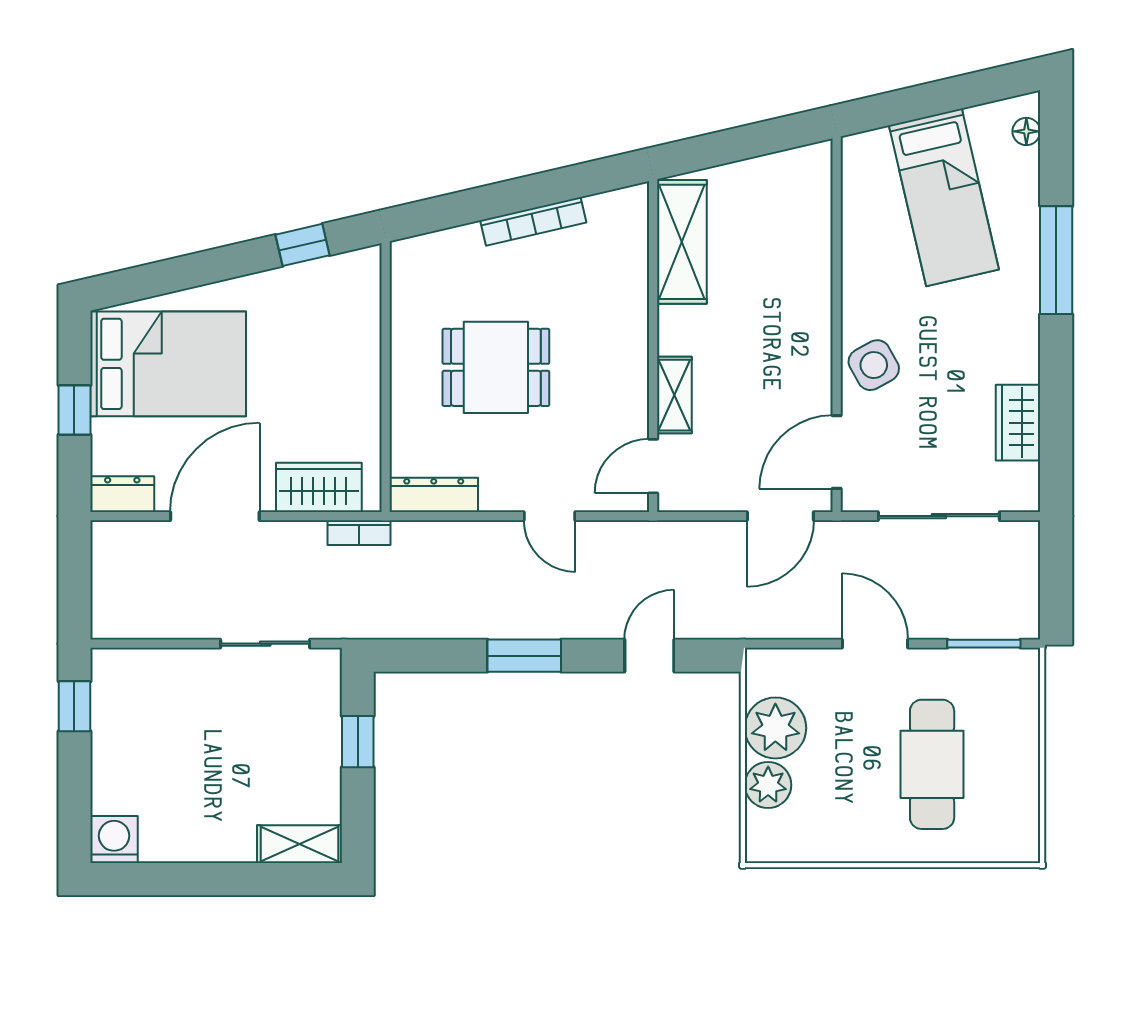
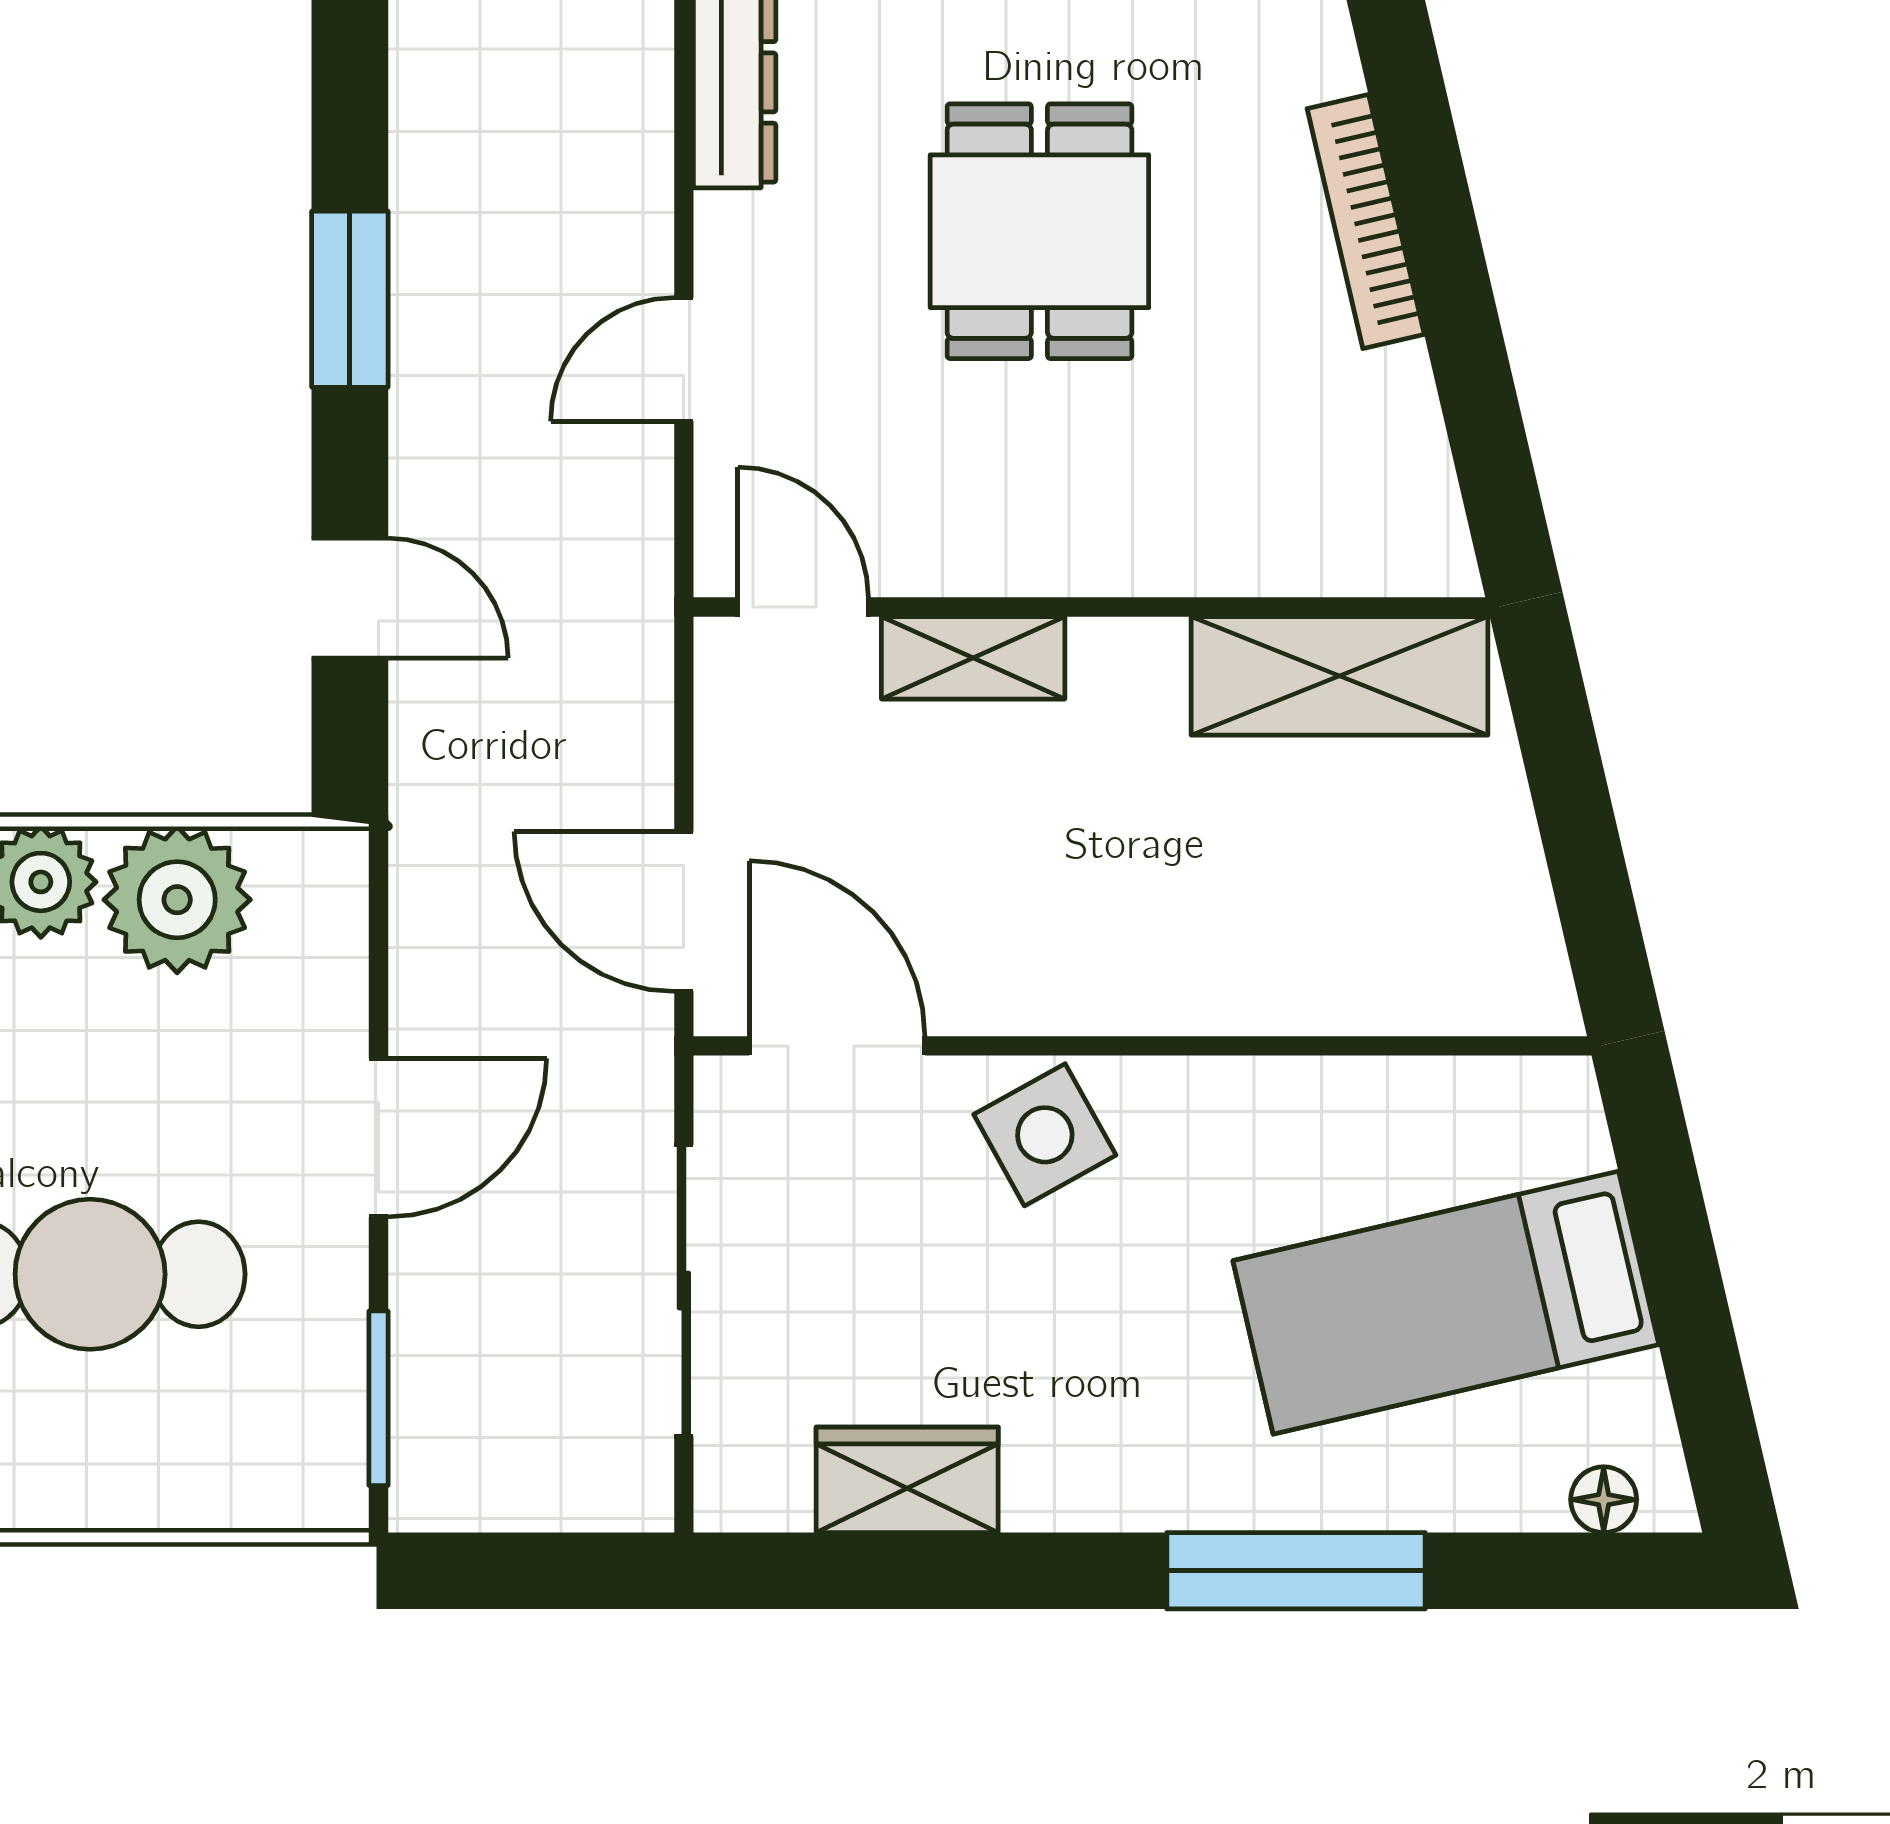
bookcase: (533, 221) -> (1366, 222), moved

